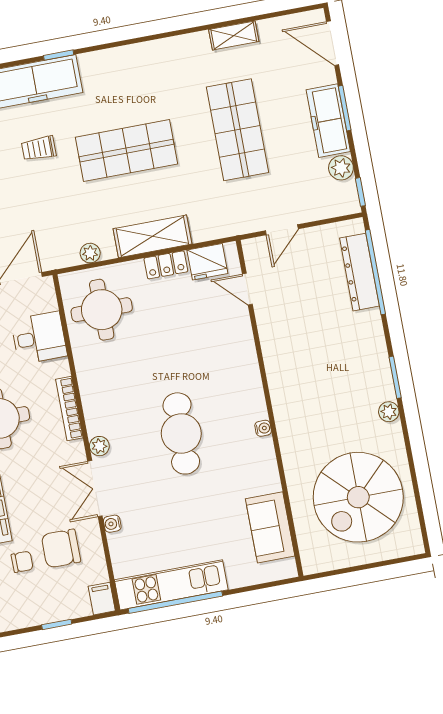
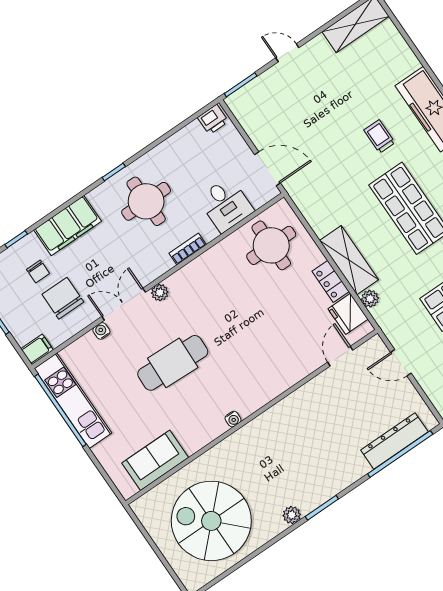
plant: (90, 253) -> (370, 299), moved
bookcase: (69, 409) -> (188, 249), width x0.64
cafe table: (181, 433) -> (173, 363), moved

